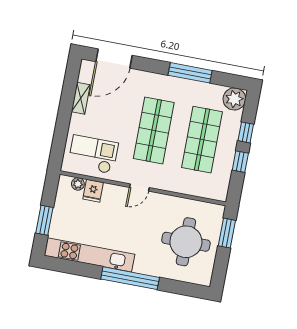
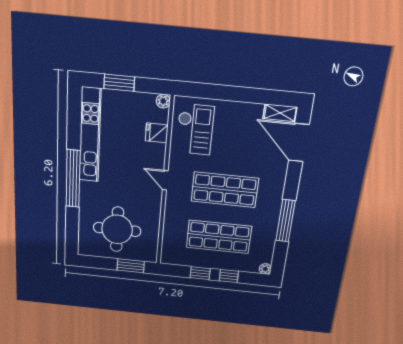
shelving: (81, 98) -> (280, 113), moved
plant: (234, 99) -> (265, 269), width x0.53, depth x0.53
plant: (78, 184) -> (163, 101), moved

